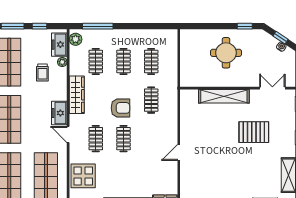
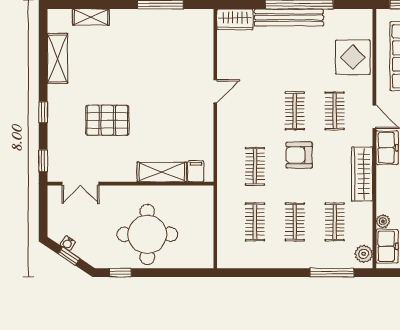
round table: (226, 53) -> (147, 234), width x1.36, depth x1.36
shelving: (224, 96) -> (162, 172), width x0.68
filing cabinet: (192, 97) -> (196, 171), added

